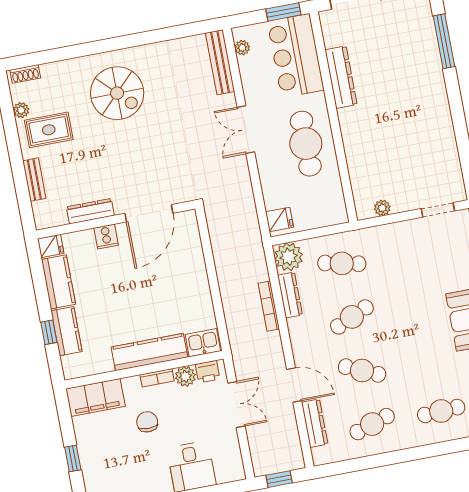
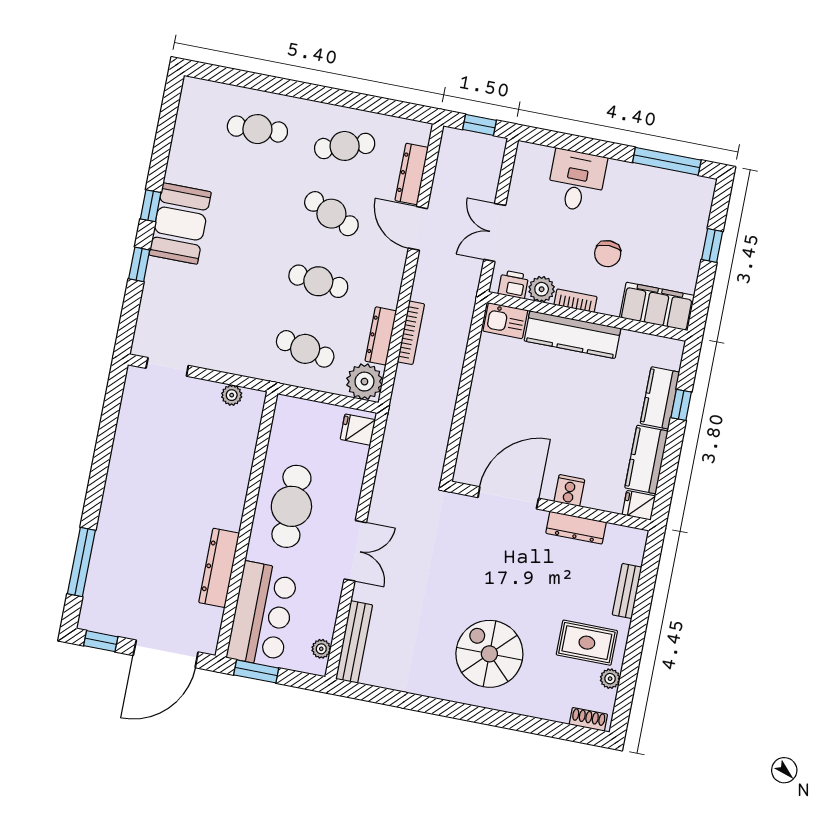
cafe table: (352, 317) -> (318, 281), turned 30

